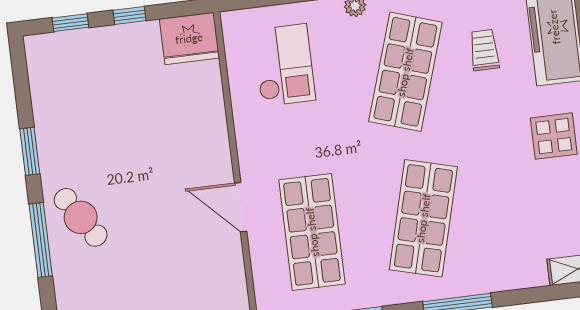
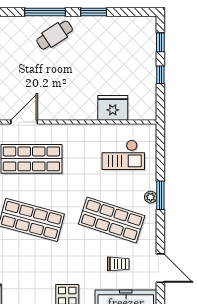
fridge: (189, 38) -> (113, 108), moved, turned 90
door: (241, 207) -> (24, 122), moved

